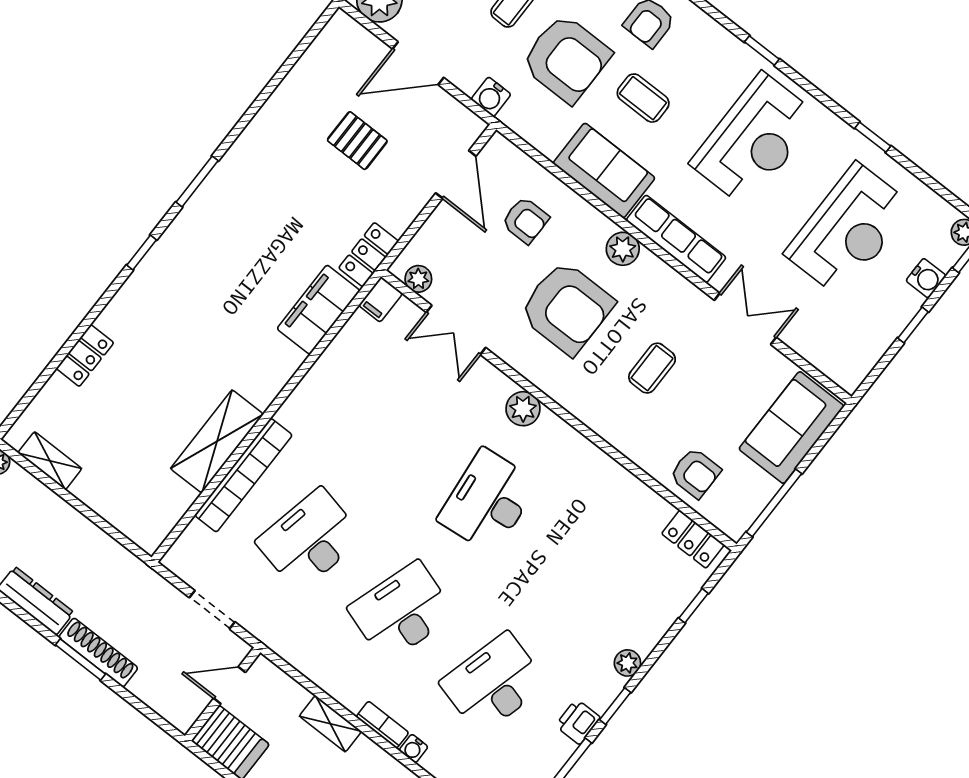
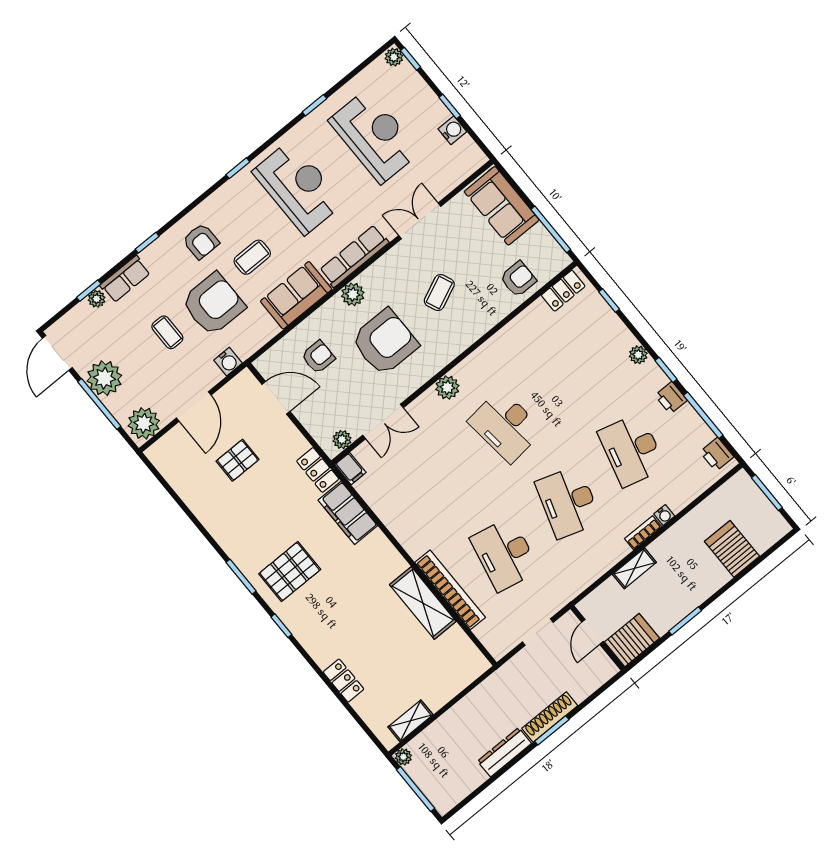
pallet: (219, 247) -> (290, 572), added
water cooler: (926, 278) -> (452, 130), moved
coffee table: (652, 368) -> (439, 293), turned 66

